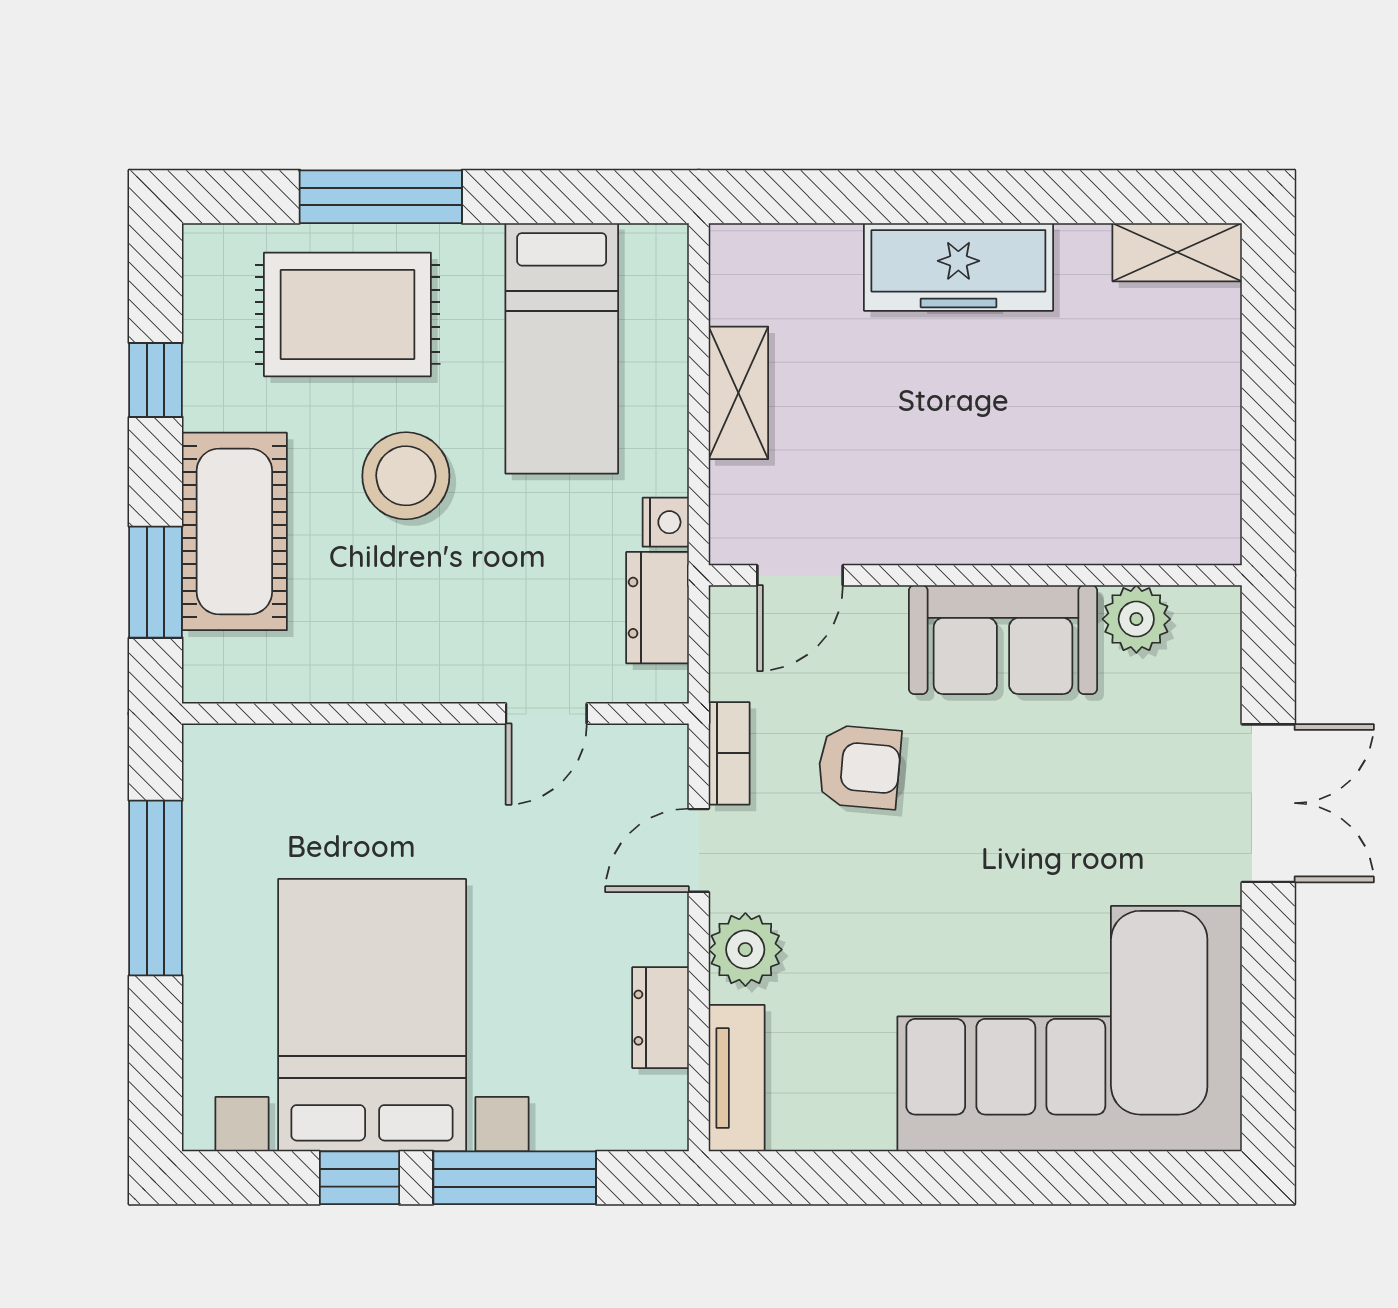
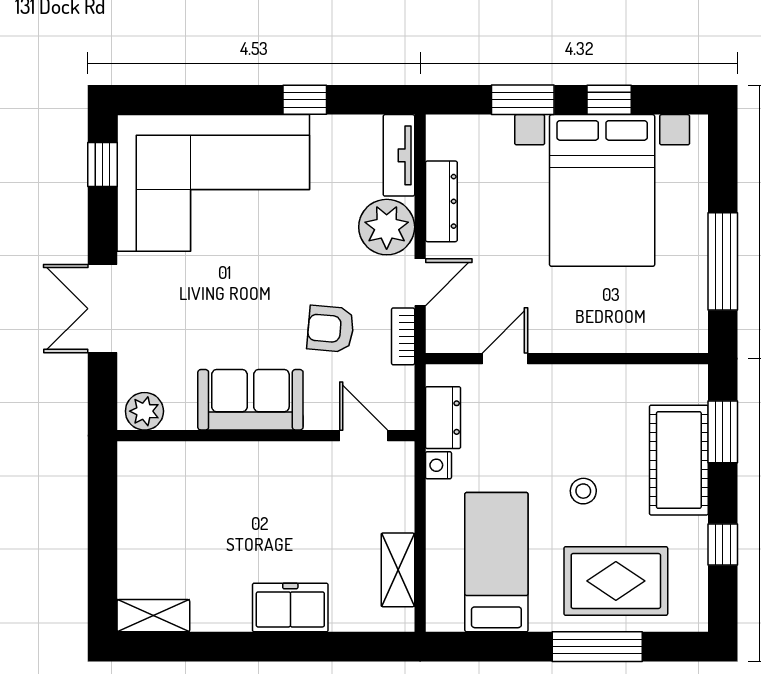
freezer: (958, 267) -> (290, 607), width x0.71
shelving: (738, 393) -> (398, 570), moved
stool: (406, 476) -> (583, 491), width x0.53, depth x0.53
door: (800, 575) -> (364, 436), hinge flipped
plant: (1136, 619) -> (144, 411), moved
plant: (745, 950) -> (387, 227), width x1.36, depth x1.36
dresser: (660, 1018) -> (441, 201), width x1.44
window: (1268, 1062) -> (103, 164), added
window: (515, 1178) -> (523, 100), width x0.69
window: (905, 1178) -> (305, 100), added

